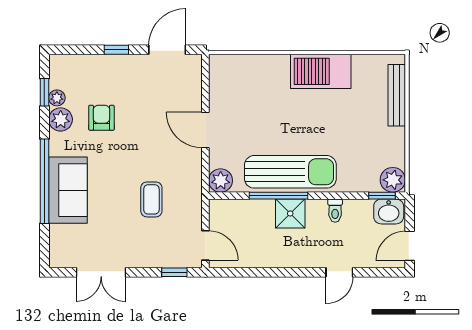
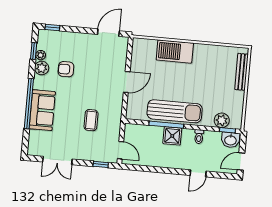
window: (116, 50) -> (52, 27), moved
barbecue: (321, 71) -> (175, 52), moved
armchair: (101, 118) -> (66, 69), turned -90
door: (205, 130) -> (127, 82), swing flipped
plant: (393, 180) -> (222, 120), moved
plant: (221, 181) -> (133, 113), removed

